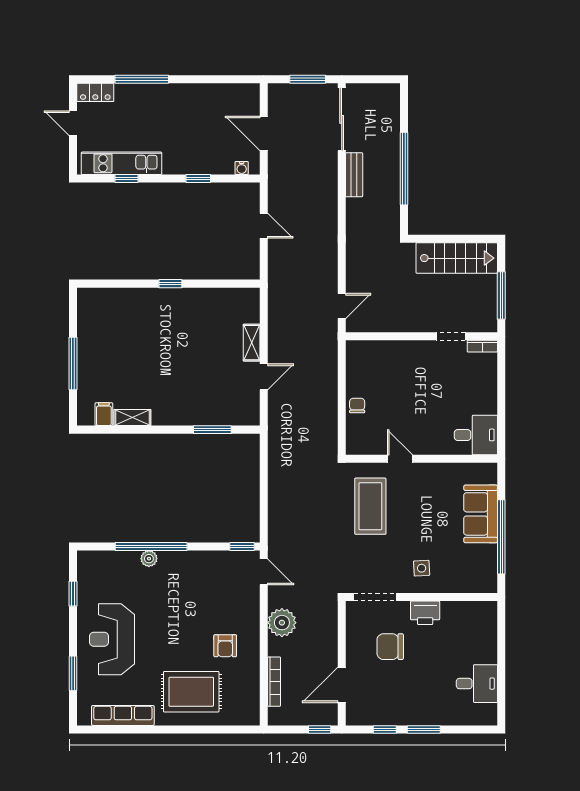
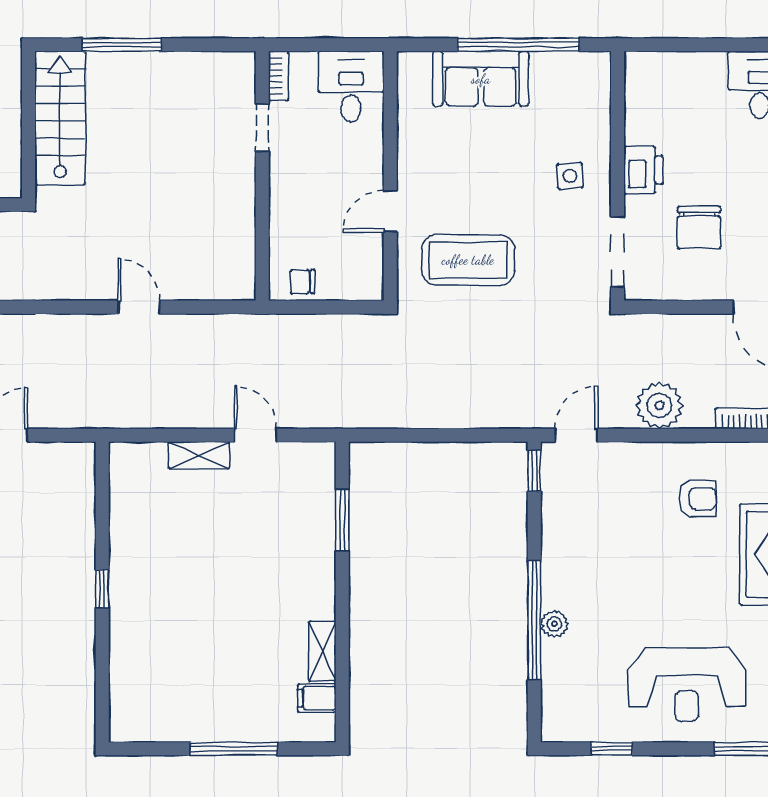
wall: (421, 336) -> (262, 176), moved
doorway: (451, 336) -> (262, 128), moved
bookcase: (482, 346) -> (279, 76), moved

